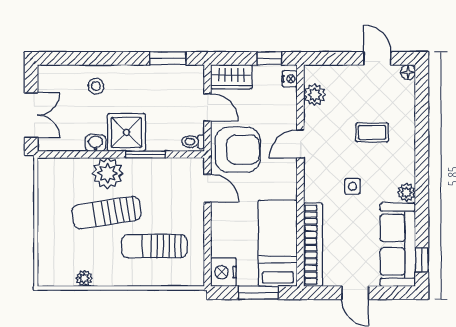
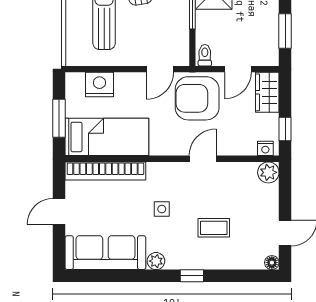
plant: (315, 95) -> (268, 172), moved
coffee table: (372, 132) -> (214, 228), turned 90
door: (300, 144) -> (203, 159), hinge flipped
armchair: (238, 150) -> (197, 98), turned 90
window: (422, 260) -> (192, 276), moved
nightstand: (223, 272) -> (99, 85), moved

